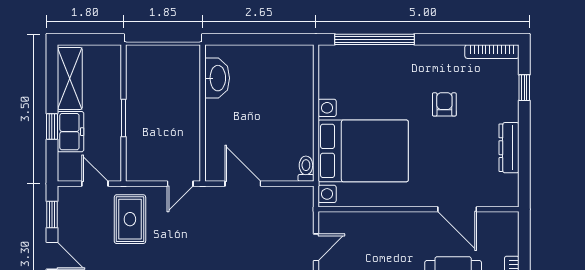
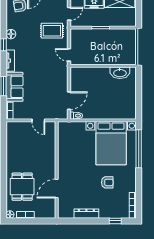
bed with nightstands: (363, 151) -> (111, 143), moved
door: (243, 184) -> (69, 101), moved

